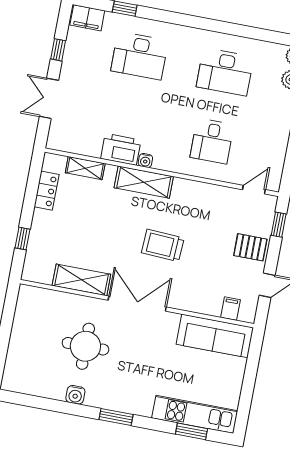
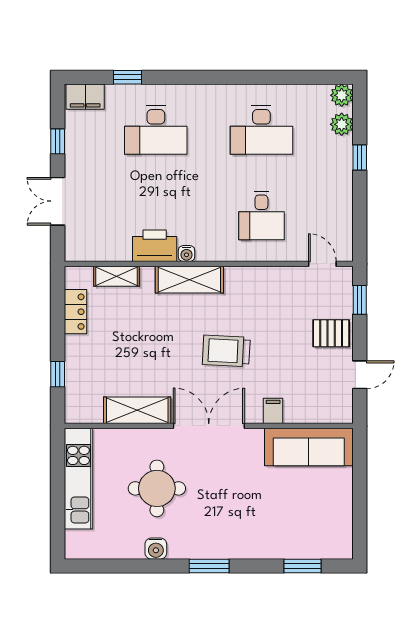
door: (254, 190) -> (322, 264), hinge flipped
filing cabinet: (230, 309) -> (273, 411), moved
kitchen unit: (195, 414) -> (78, 479), moved, turned 90

